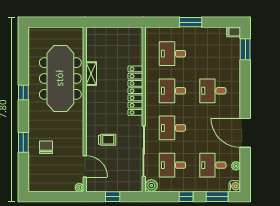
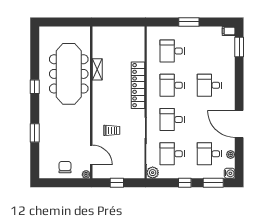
chair: (46, 147) -> (65, 167), moved

